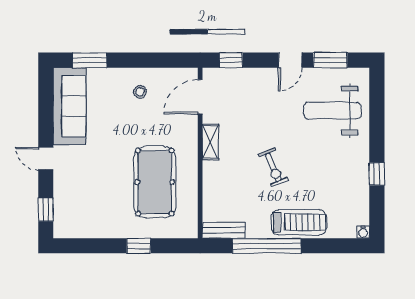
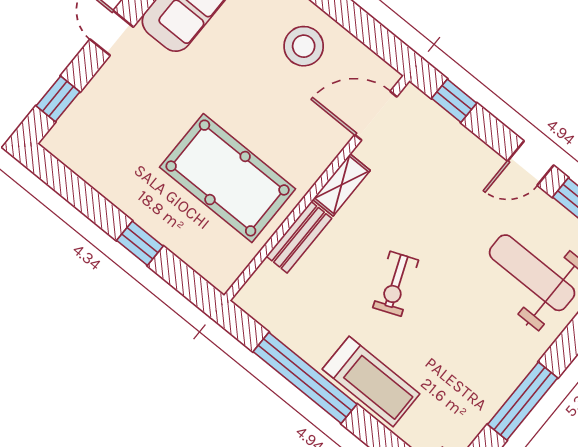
stool: (140, 92) -> (304, 46), width x1.89, depth x1.89
window: (377, 174) -> (523, 401), width x2.17
pool table: (155, 182) -> (228, 178), turned 90
bench: (224, 230) -> (299, 237), moved, turned 90

